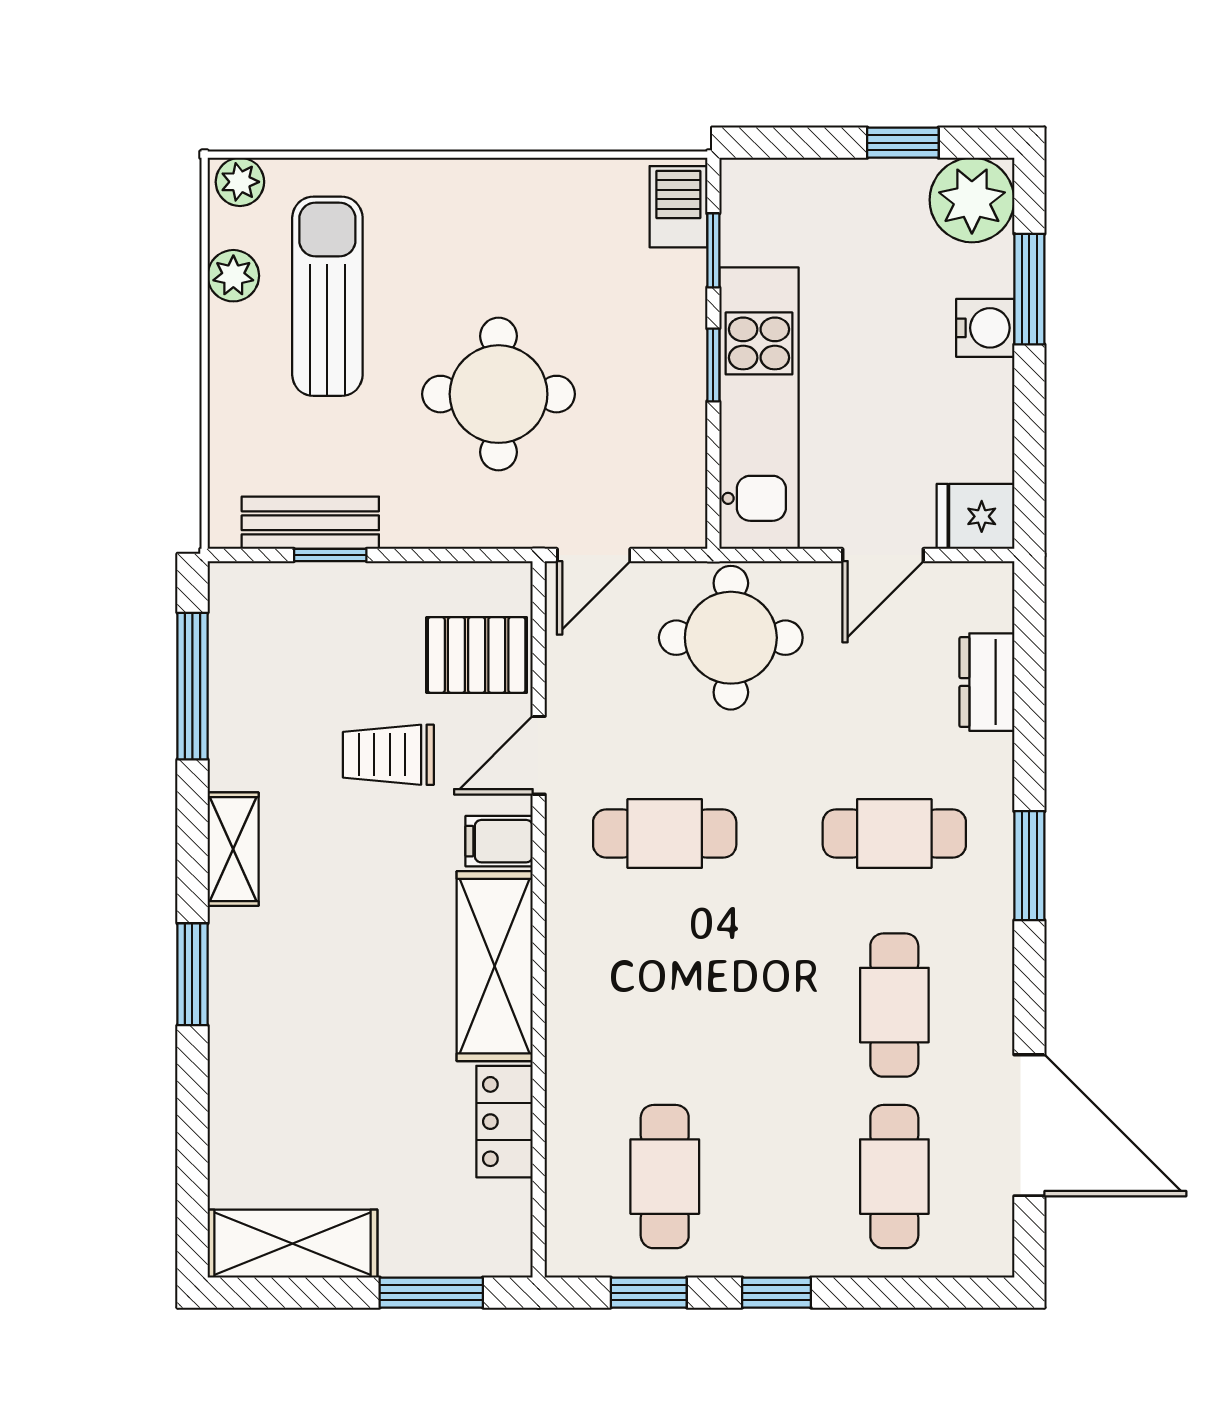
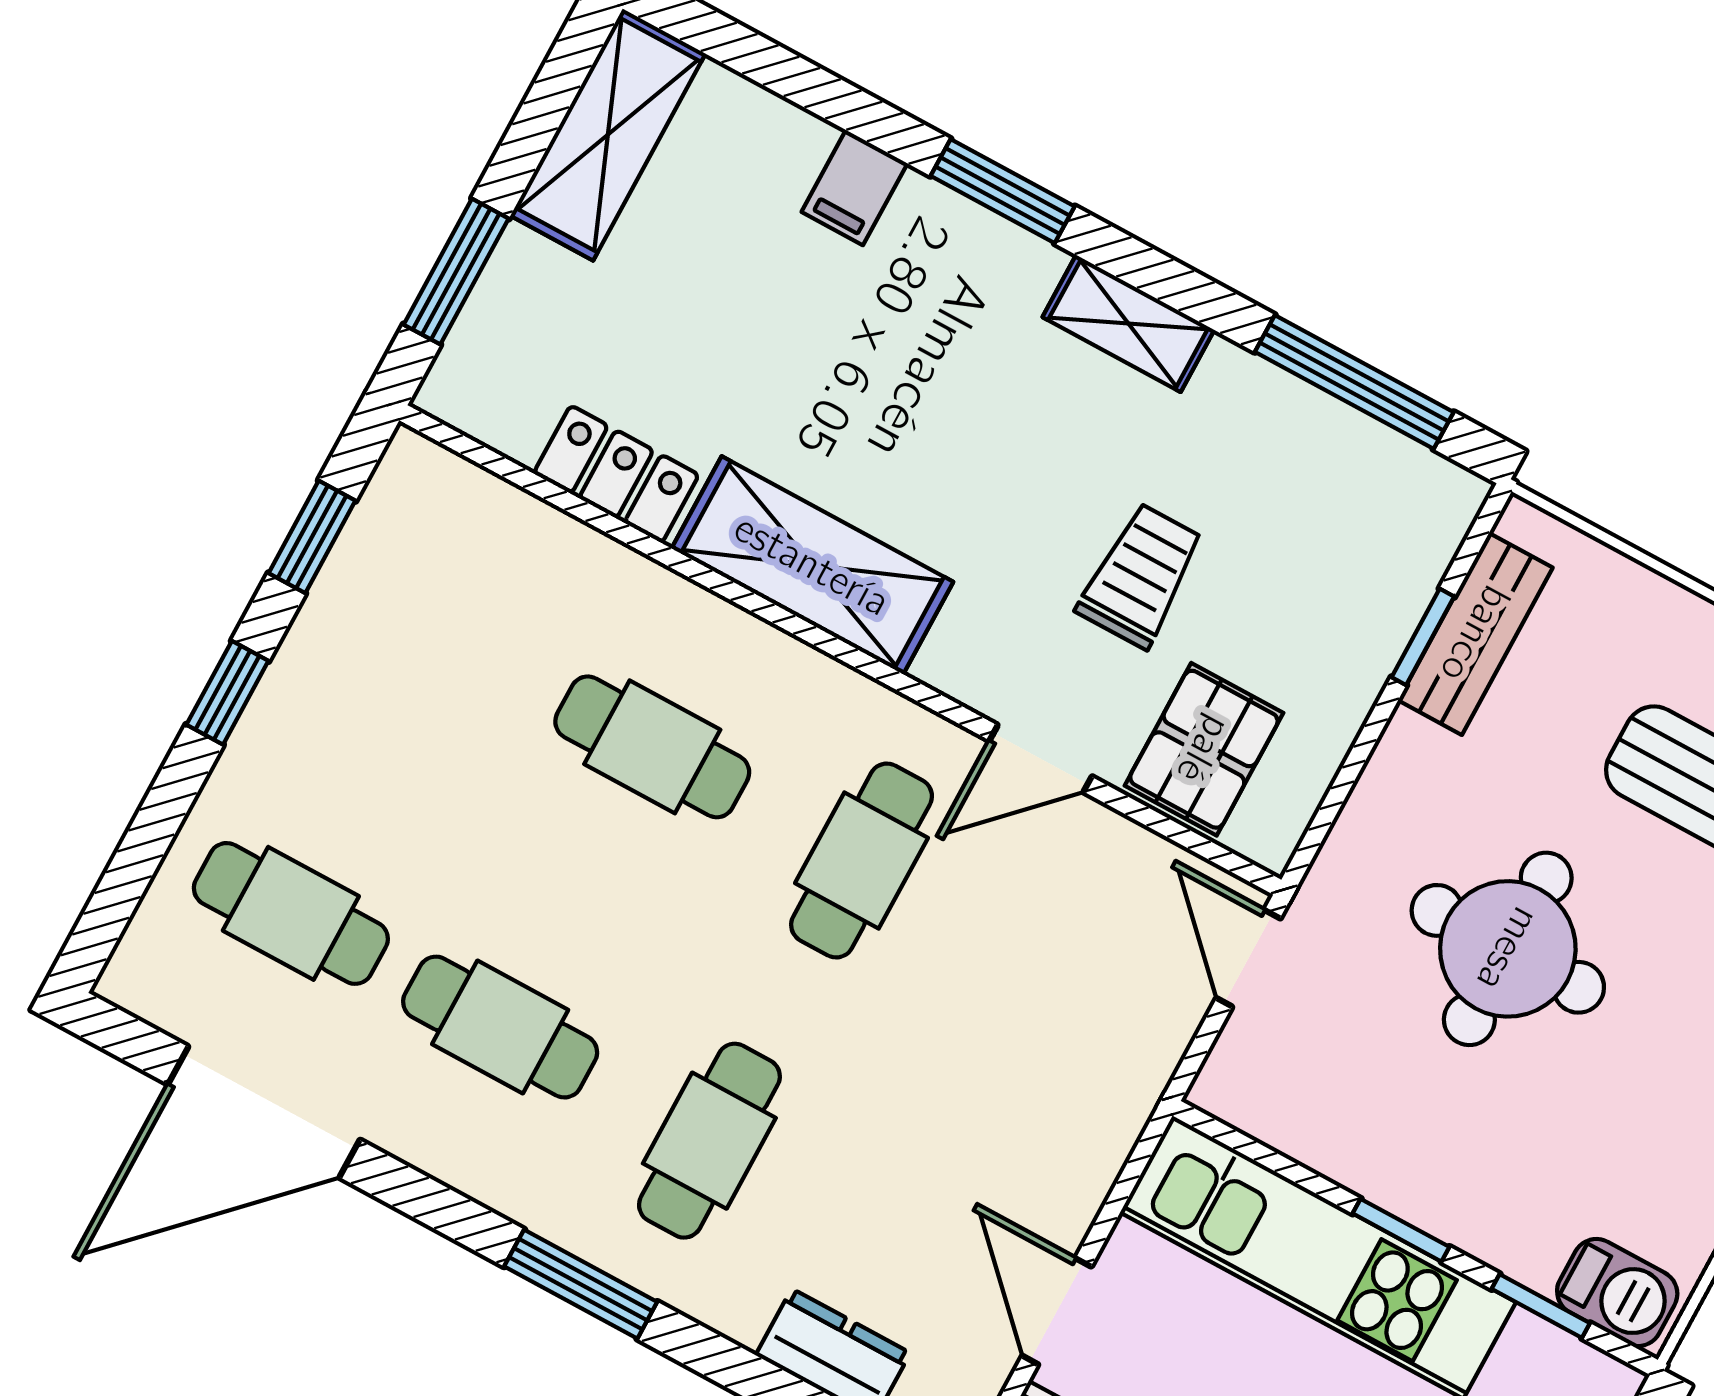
round table: (731, 638) -> (1057, 1071), removed
door: (539, 755) -> (1041, 759), swing flipped
filing cabinet: (499, 841) -> (854, 188), moved, turned 180
cafe table: (665, 1177) -> (652, 747), moved

